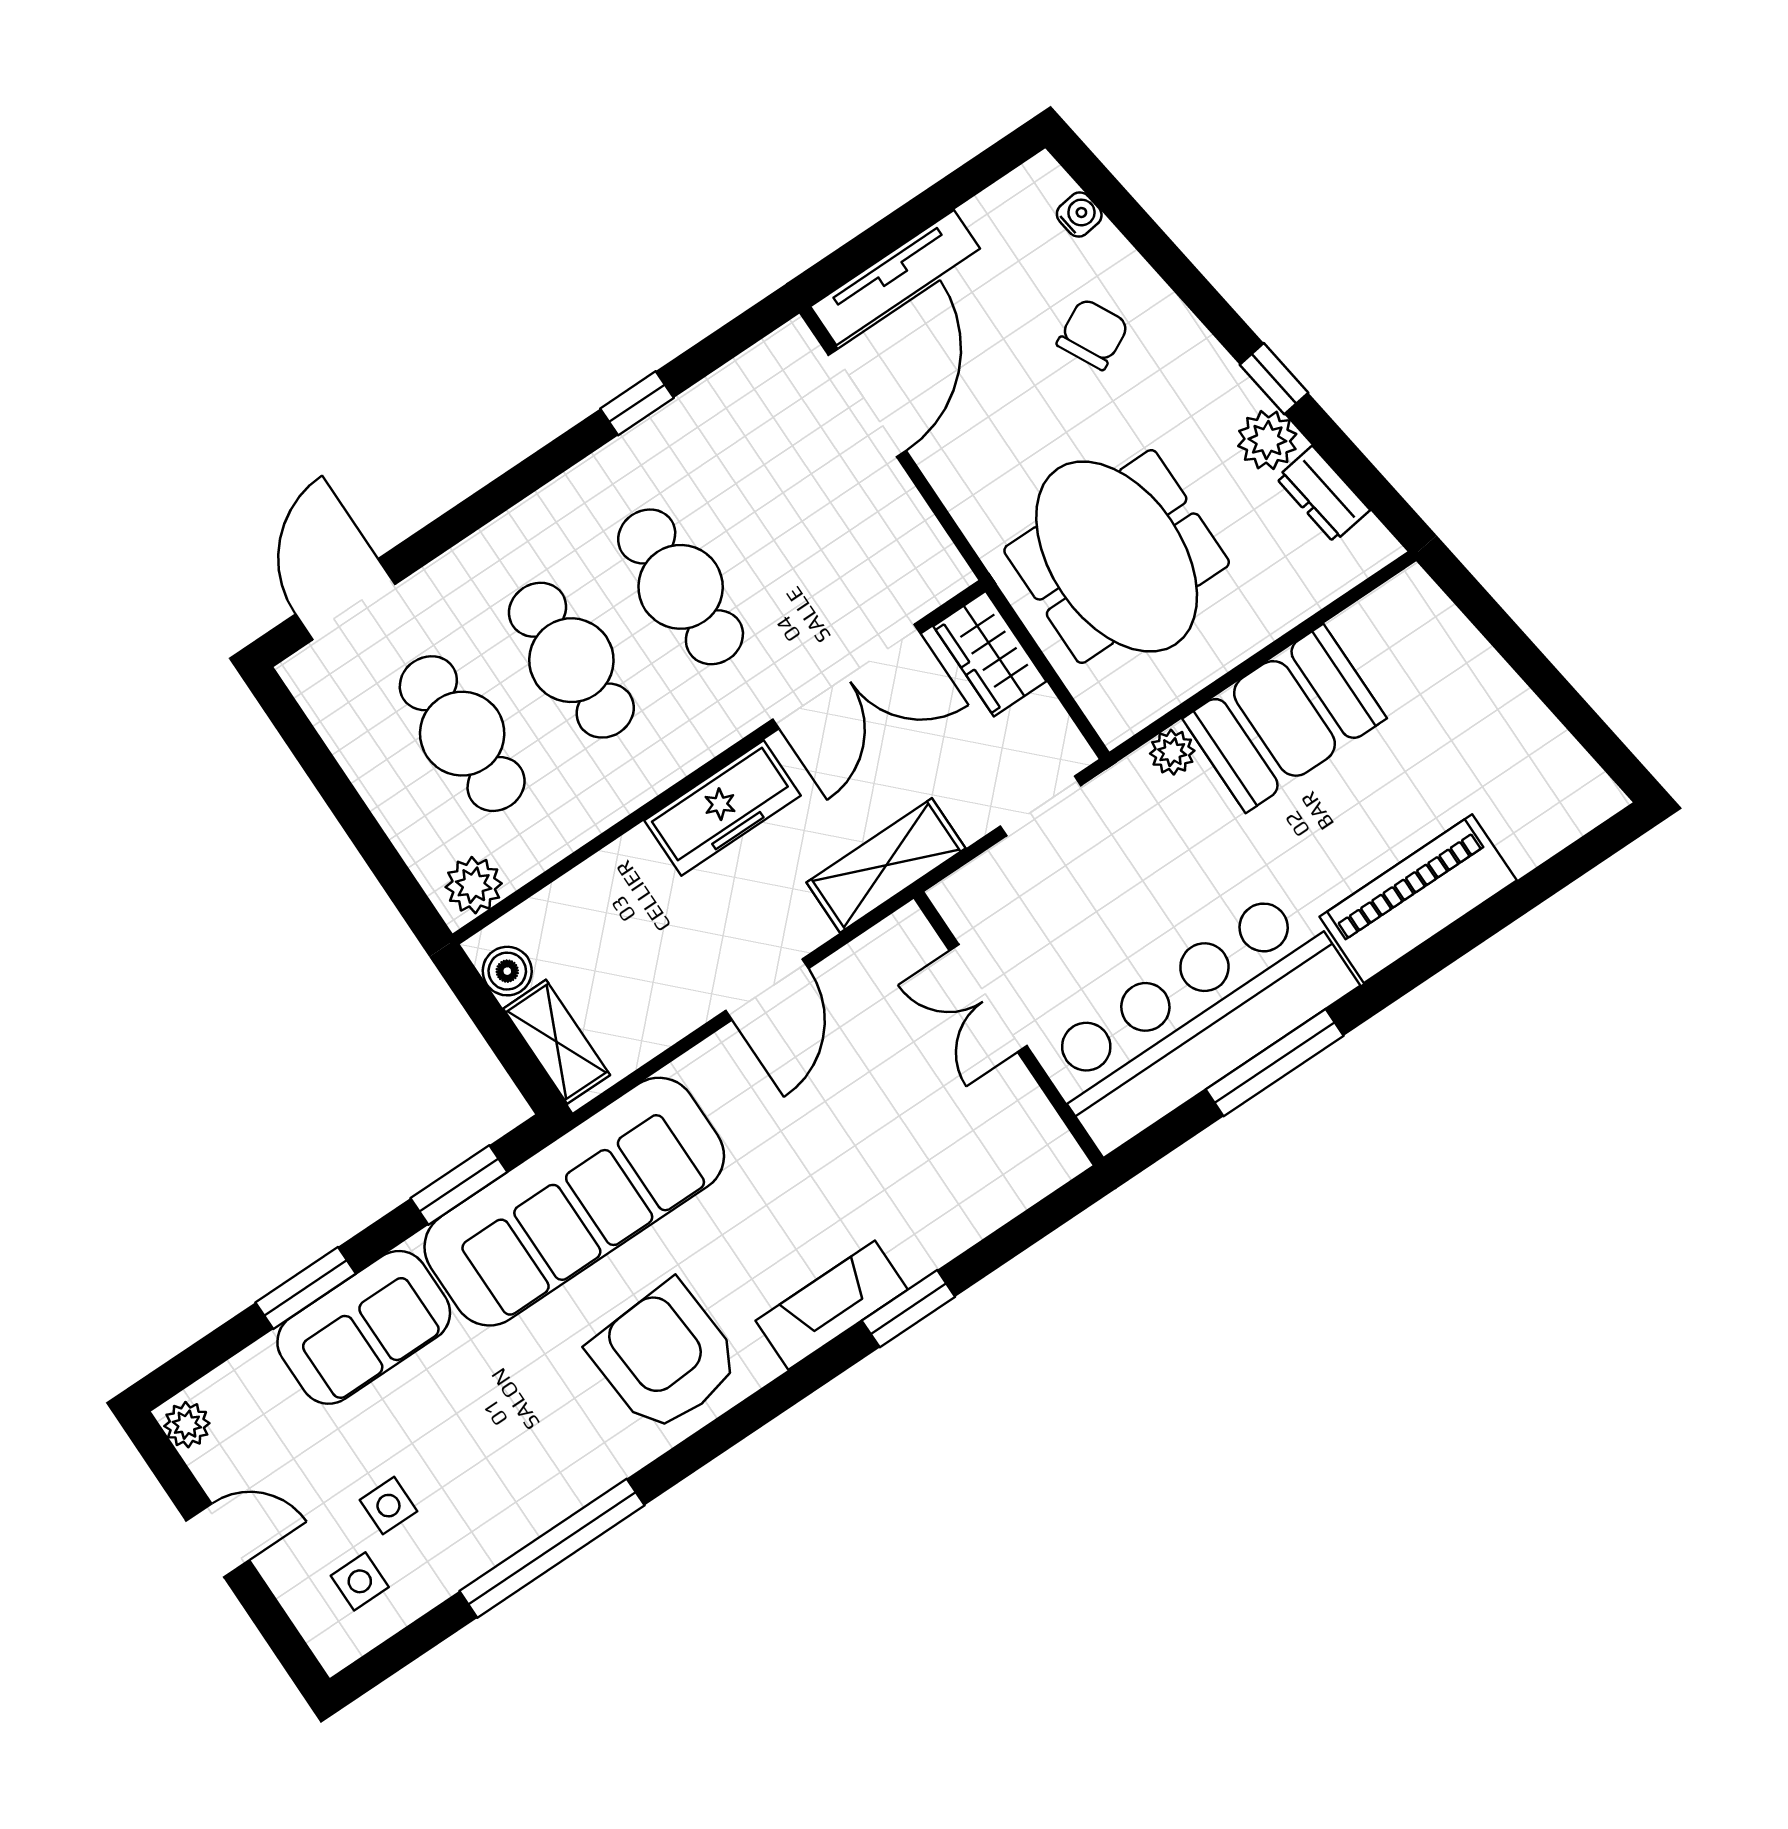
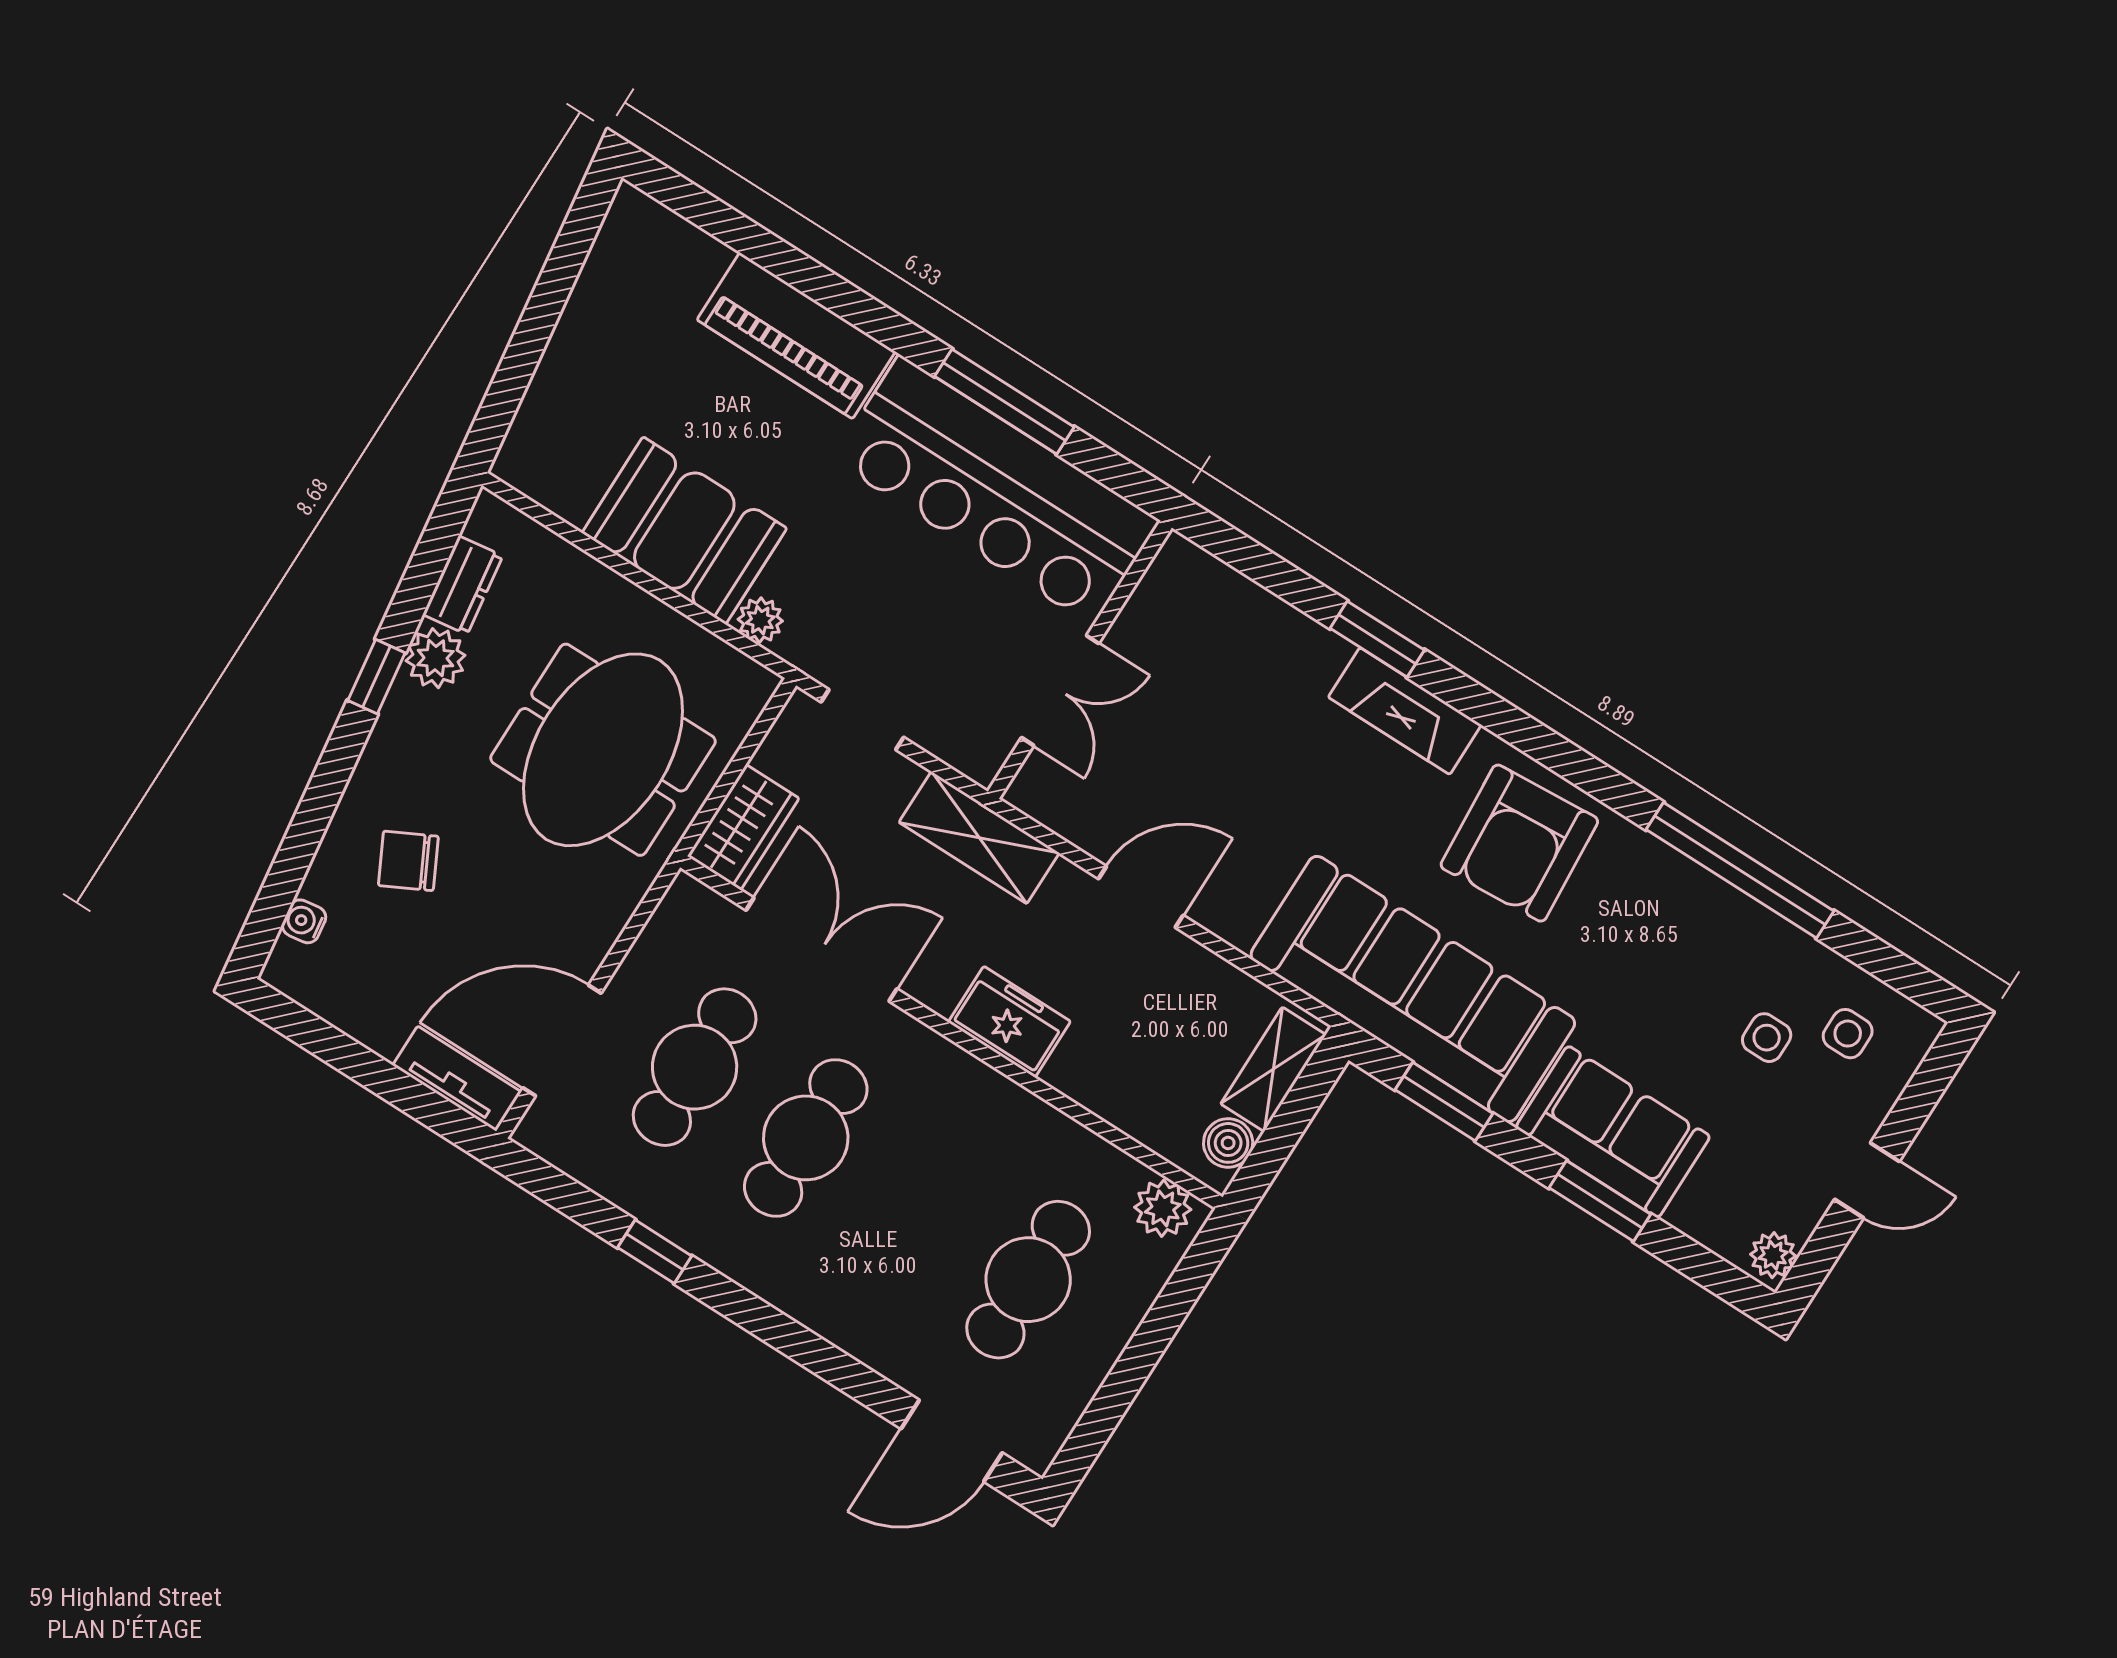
tv unit: (895, 278) -> (457, 1079), width x0.71
cafe table: (571, 660) -> (695, 1067), moved
freezer: (723, 808) -> (1009, 1022), width x0.71
door: (218, 1540) -> (1867, 1180), swing flipped

